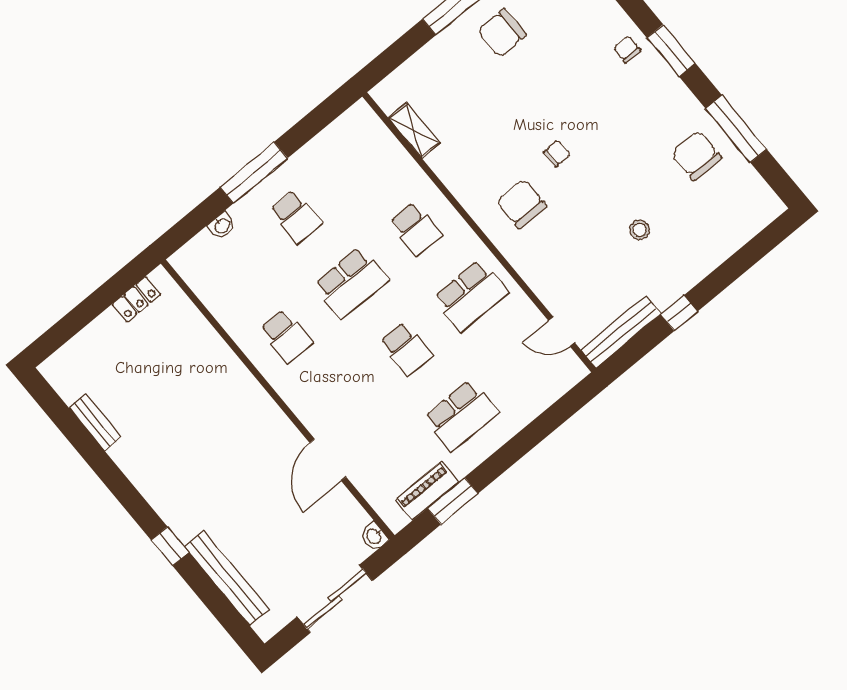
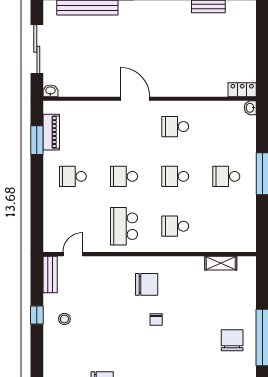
washbasin: (222, 225) -> (250, 108), moved
stool: (640, 230) -> (64, 319), moved
school desk: (351, 283) -> (175, 176), width x0.54
locker: (136, 299) -> (242, 90), moved, turned 90
bench: (621, 332) -> (50, 274), width x0.73
school desk: (461, 415) -> (73, 176), width x0.54
door: (328, 460) -> (135, 99), moved

